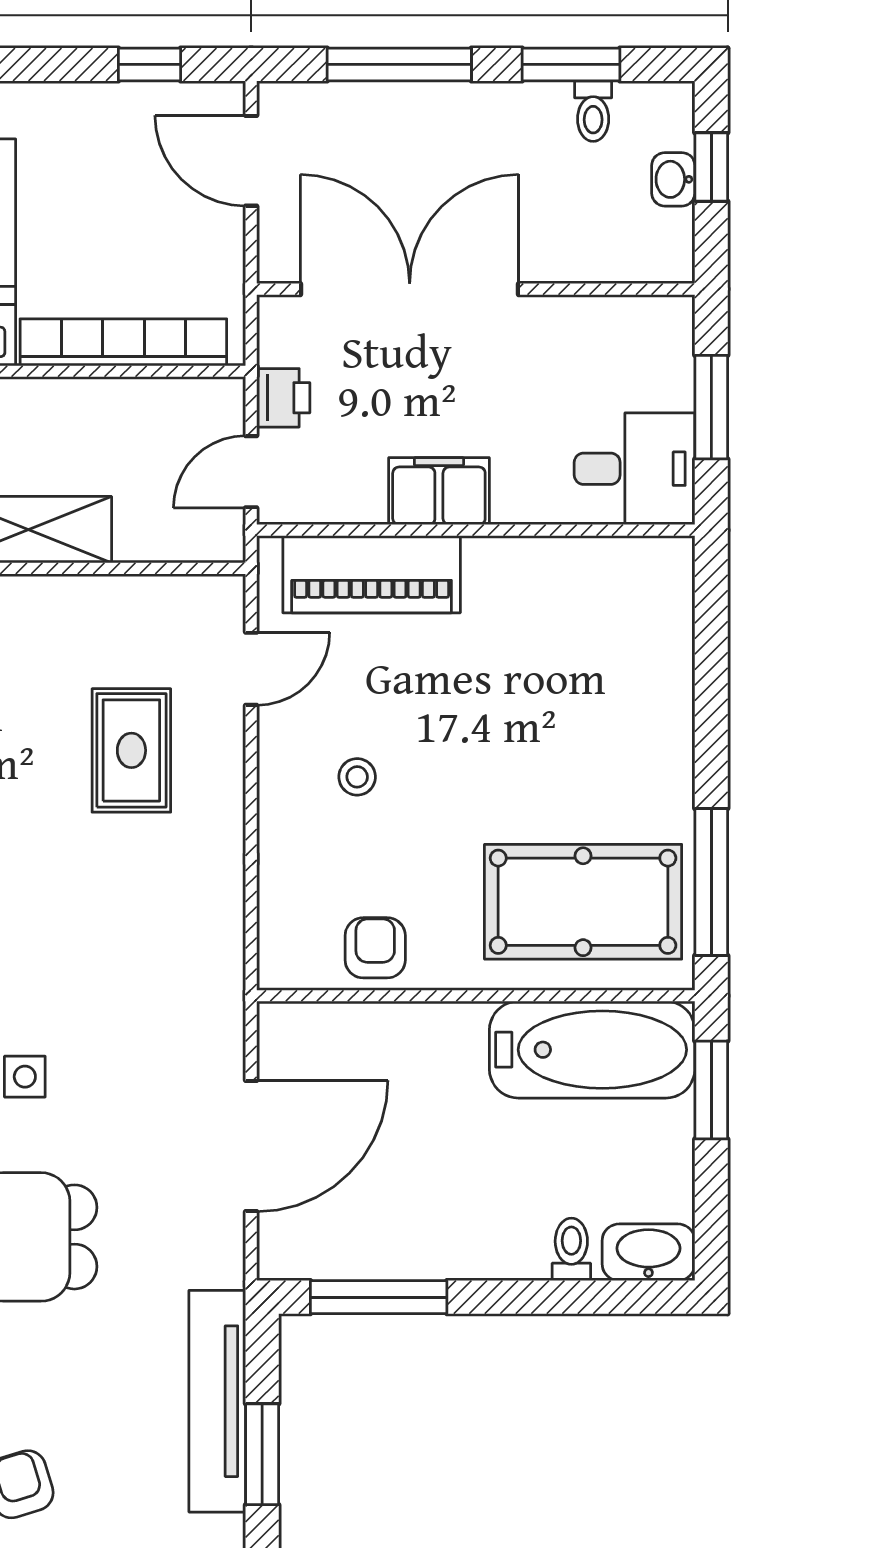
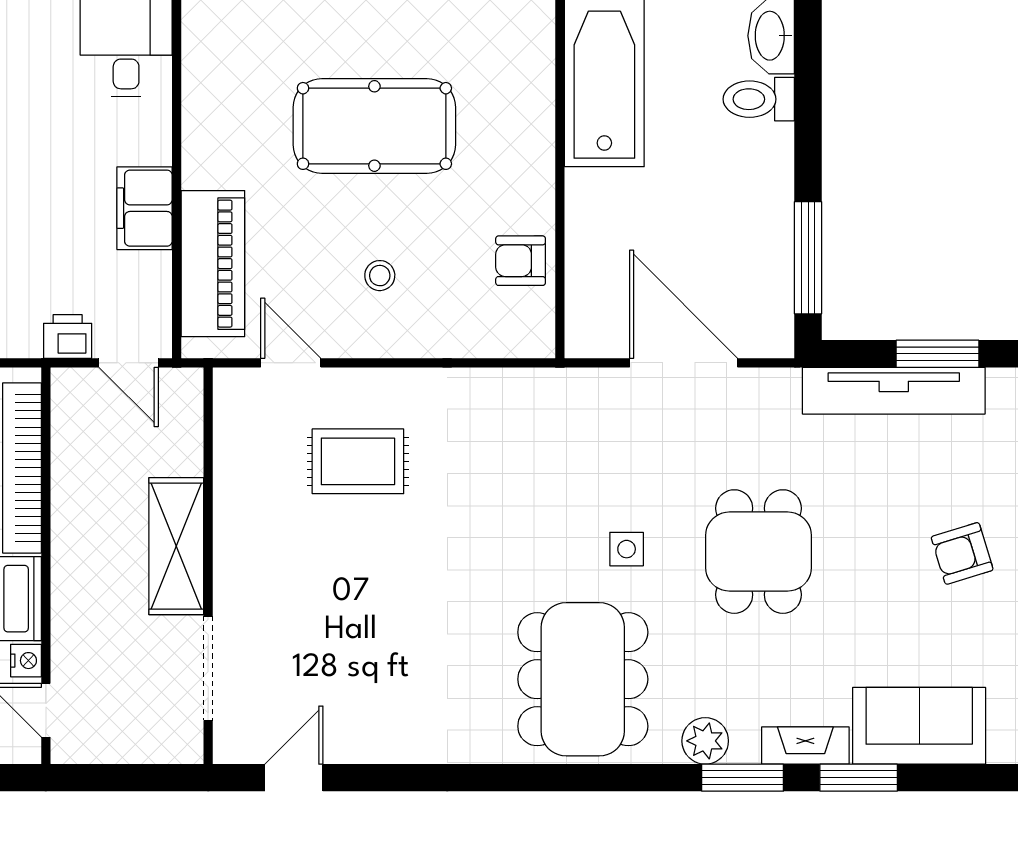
pool table: (583, 902) -> (374, 126), moved, turned 90
toilet: (571, 1249) -> (759, 99), width x1.37, depth x1.39

